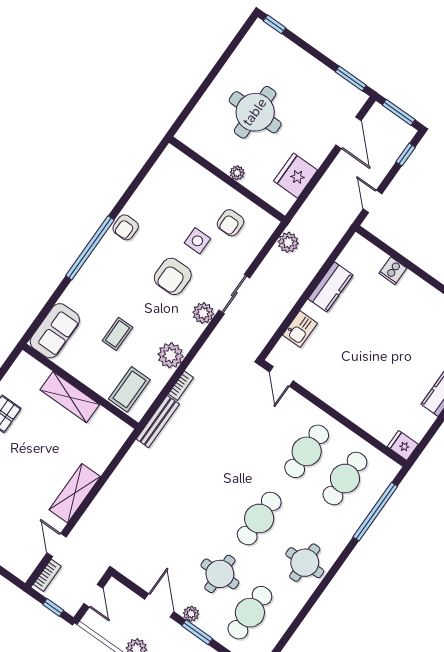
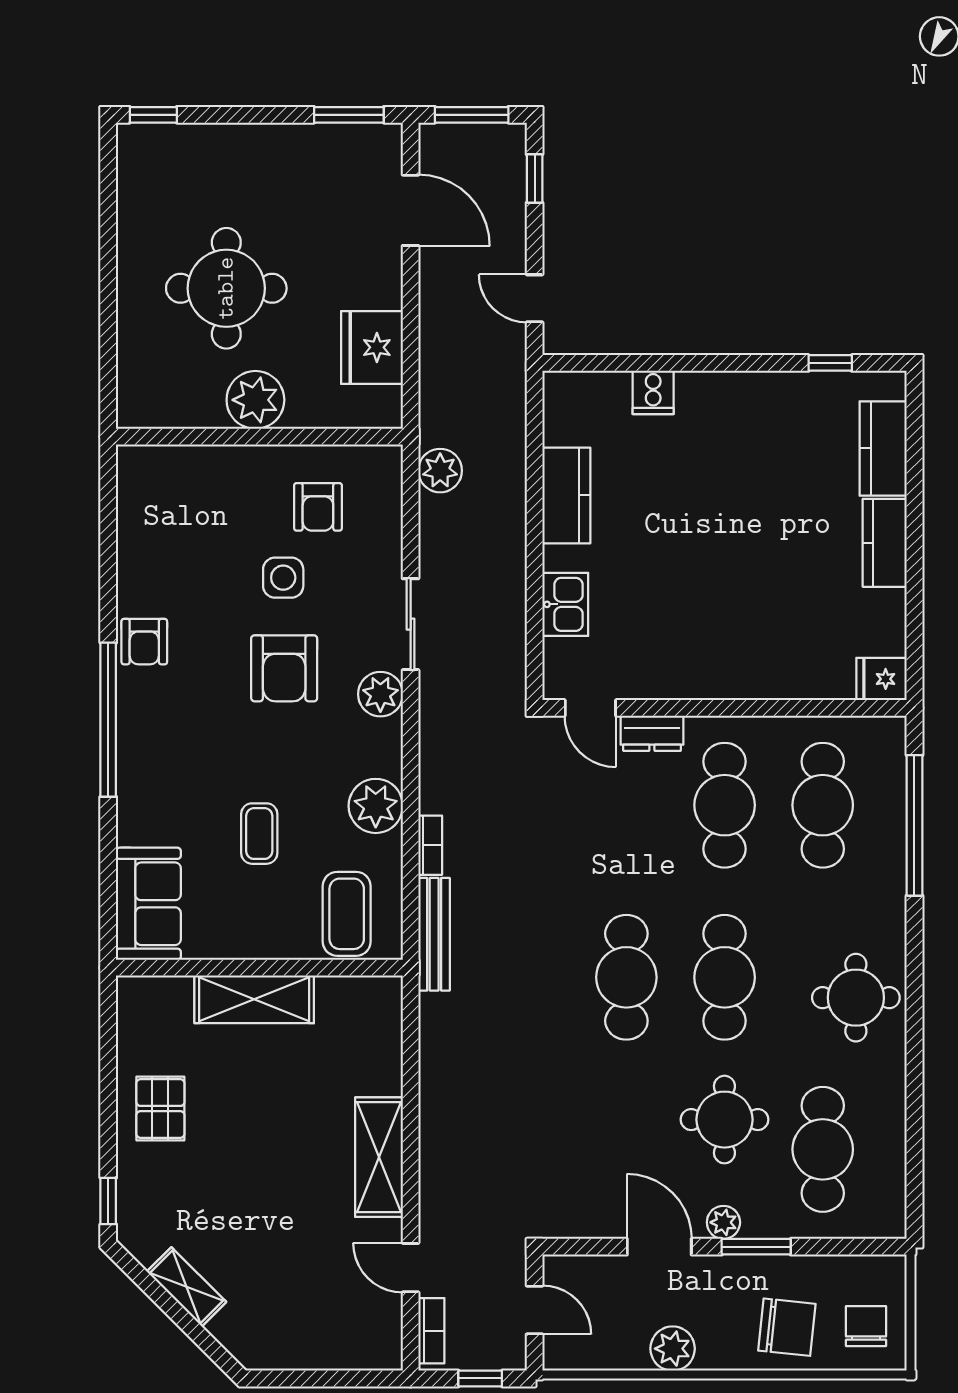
plant: (237, 173) -> (255, 400), width x1.88, depth x1.88
dresser: (298, 403) -> (652, 733), added
cafe table: (221, 491) -> (626, 977), added

